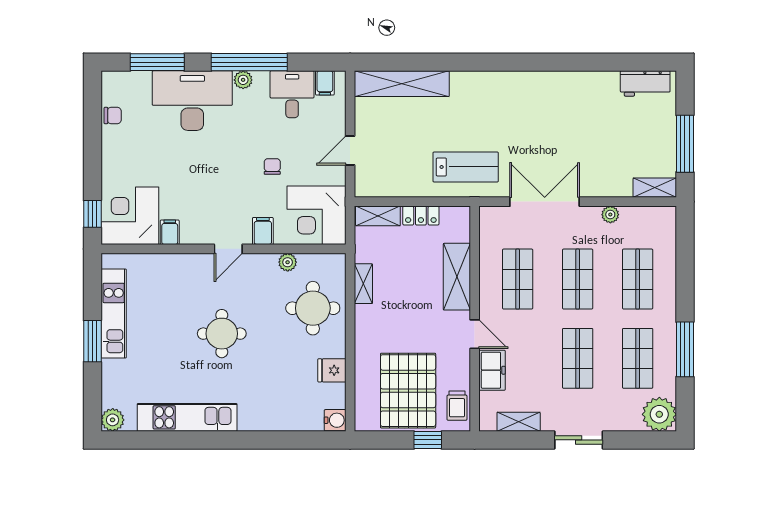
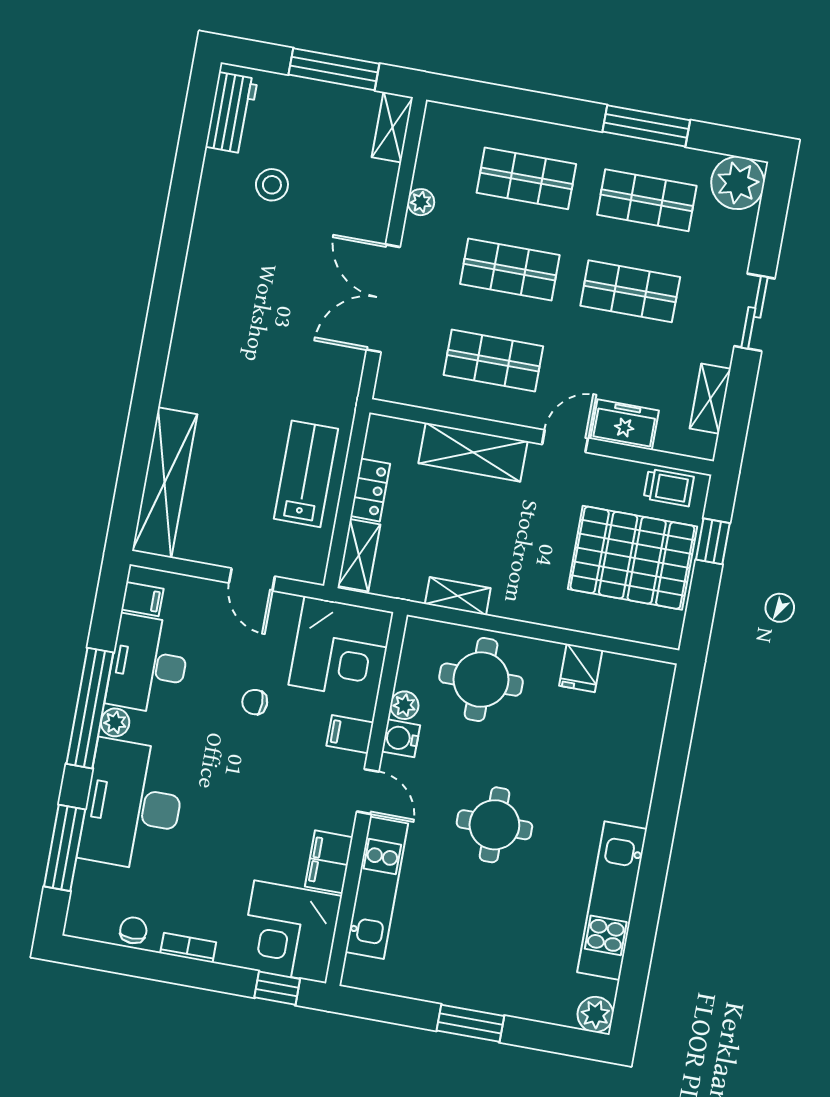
desk: (292, 94) -> (148, 664), width x1.37
stool: (604, 118) -> (272, 185), added
bookcase: (108, 153) -> (188, 948), added
lab bench: (466, 167) -> (306, 474), moved
filing cabinet: (170, 232) -> (329, 862), width x2.00
kitchen unit: (114, 313) -> (377, 888), moved, turned 90
water cooler: (335, 420) -> (401, 738), moved, turned -90

